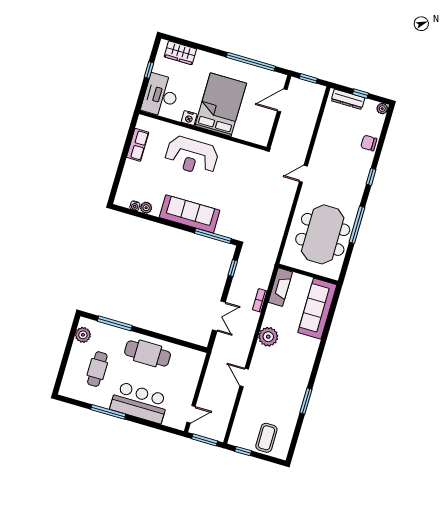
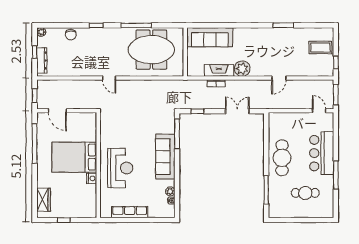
desk: (161, 95) -> (81, 205), removed
row of seats: (138, 145) -> (130, 212), width x1.48
fireplace: (280, 287) -> (219, 70), moved
plant: (83, 335) -> (282, 212), removed

